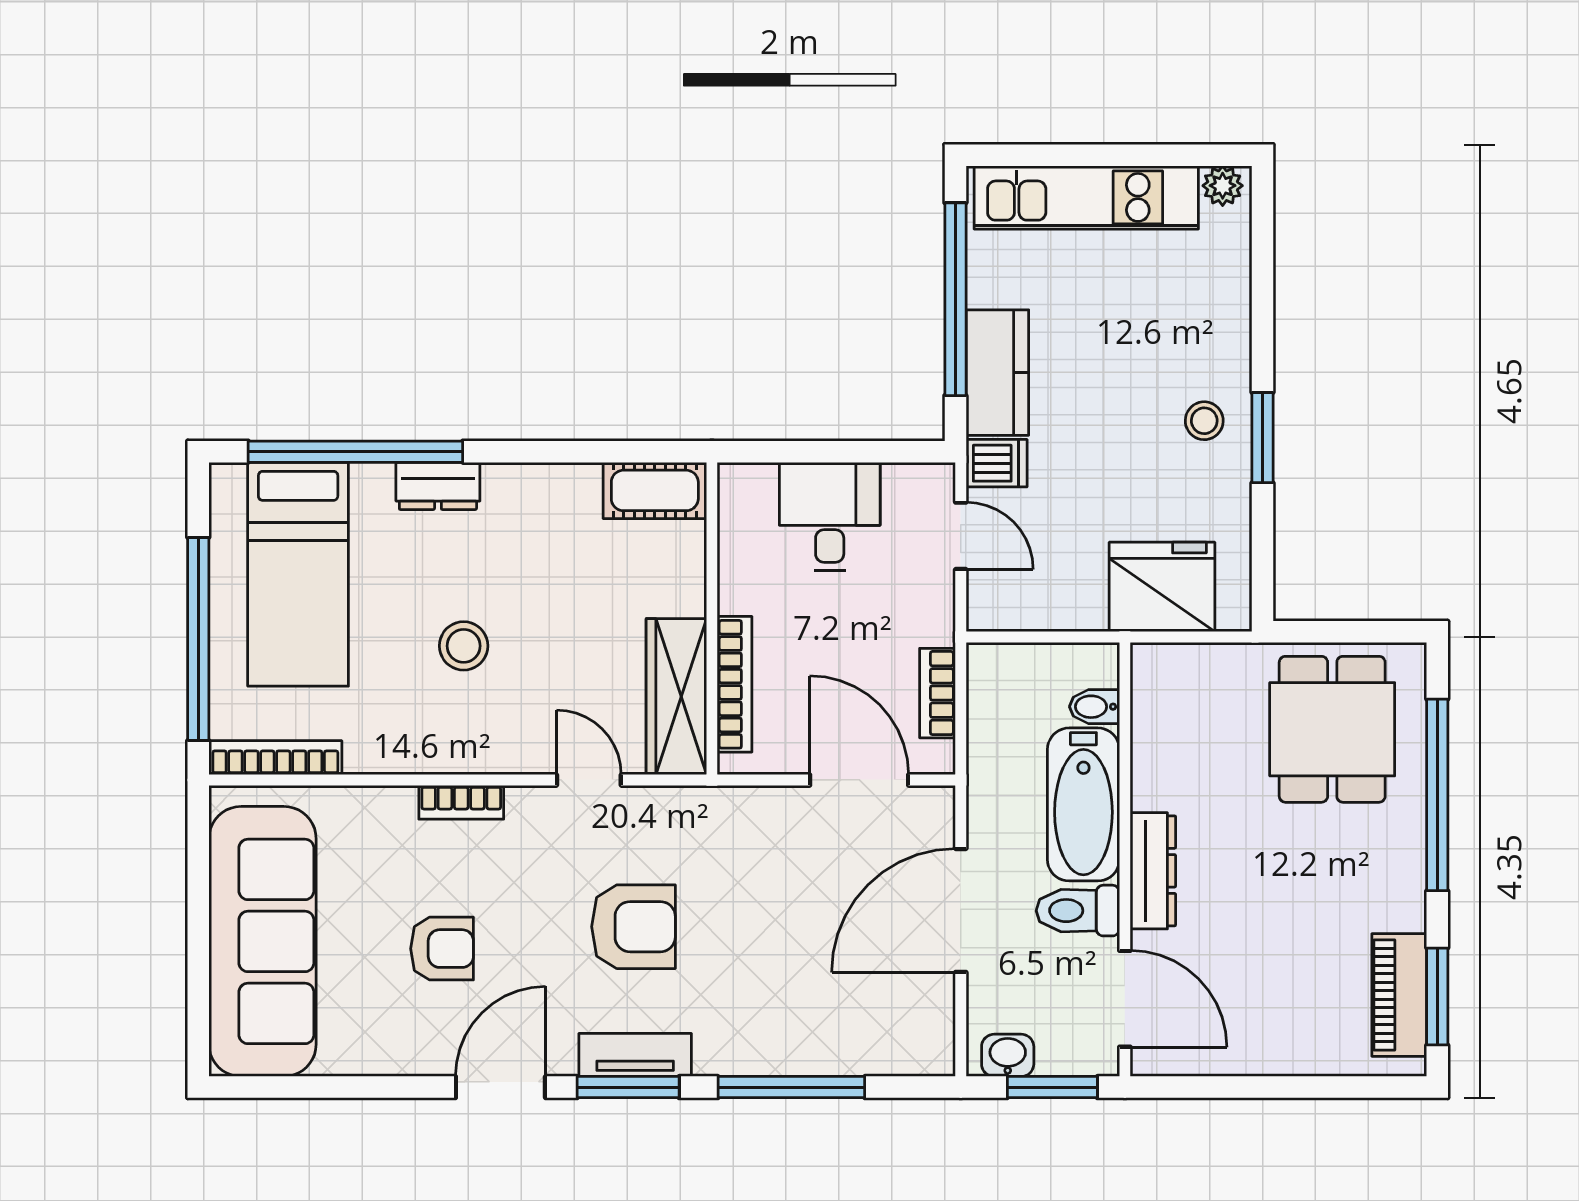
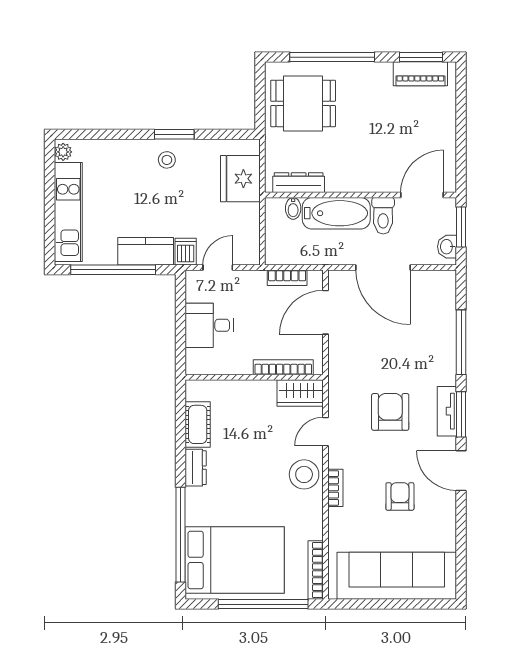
dresser: (438, 486) -> (196, 468), moved
cot: (655, 490) -> (198, 424), moved
bed: (298, 574) -> (235, 560), width x1.50
stool: (464, 646) -> (304, 474), moved, width x1.38, depth x1.38
wardrobe: (676, 697) -> (300, 393), width x0.67
dresser: (1153, 871) -> (299, 183), moved

